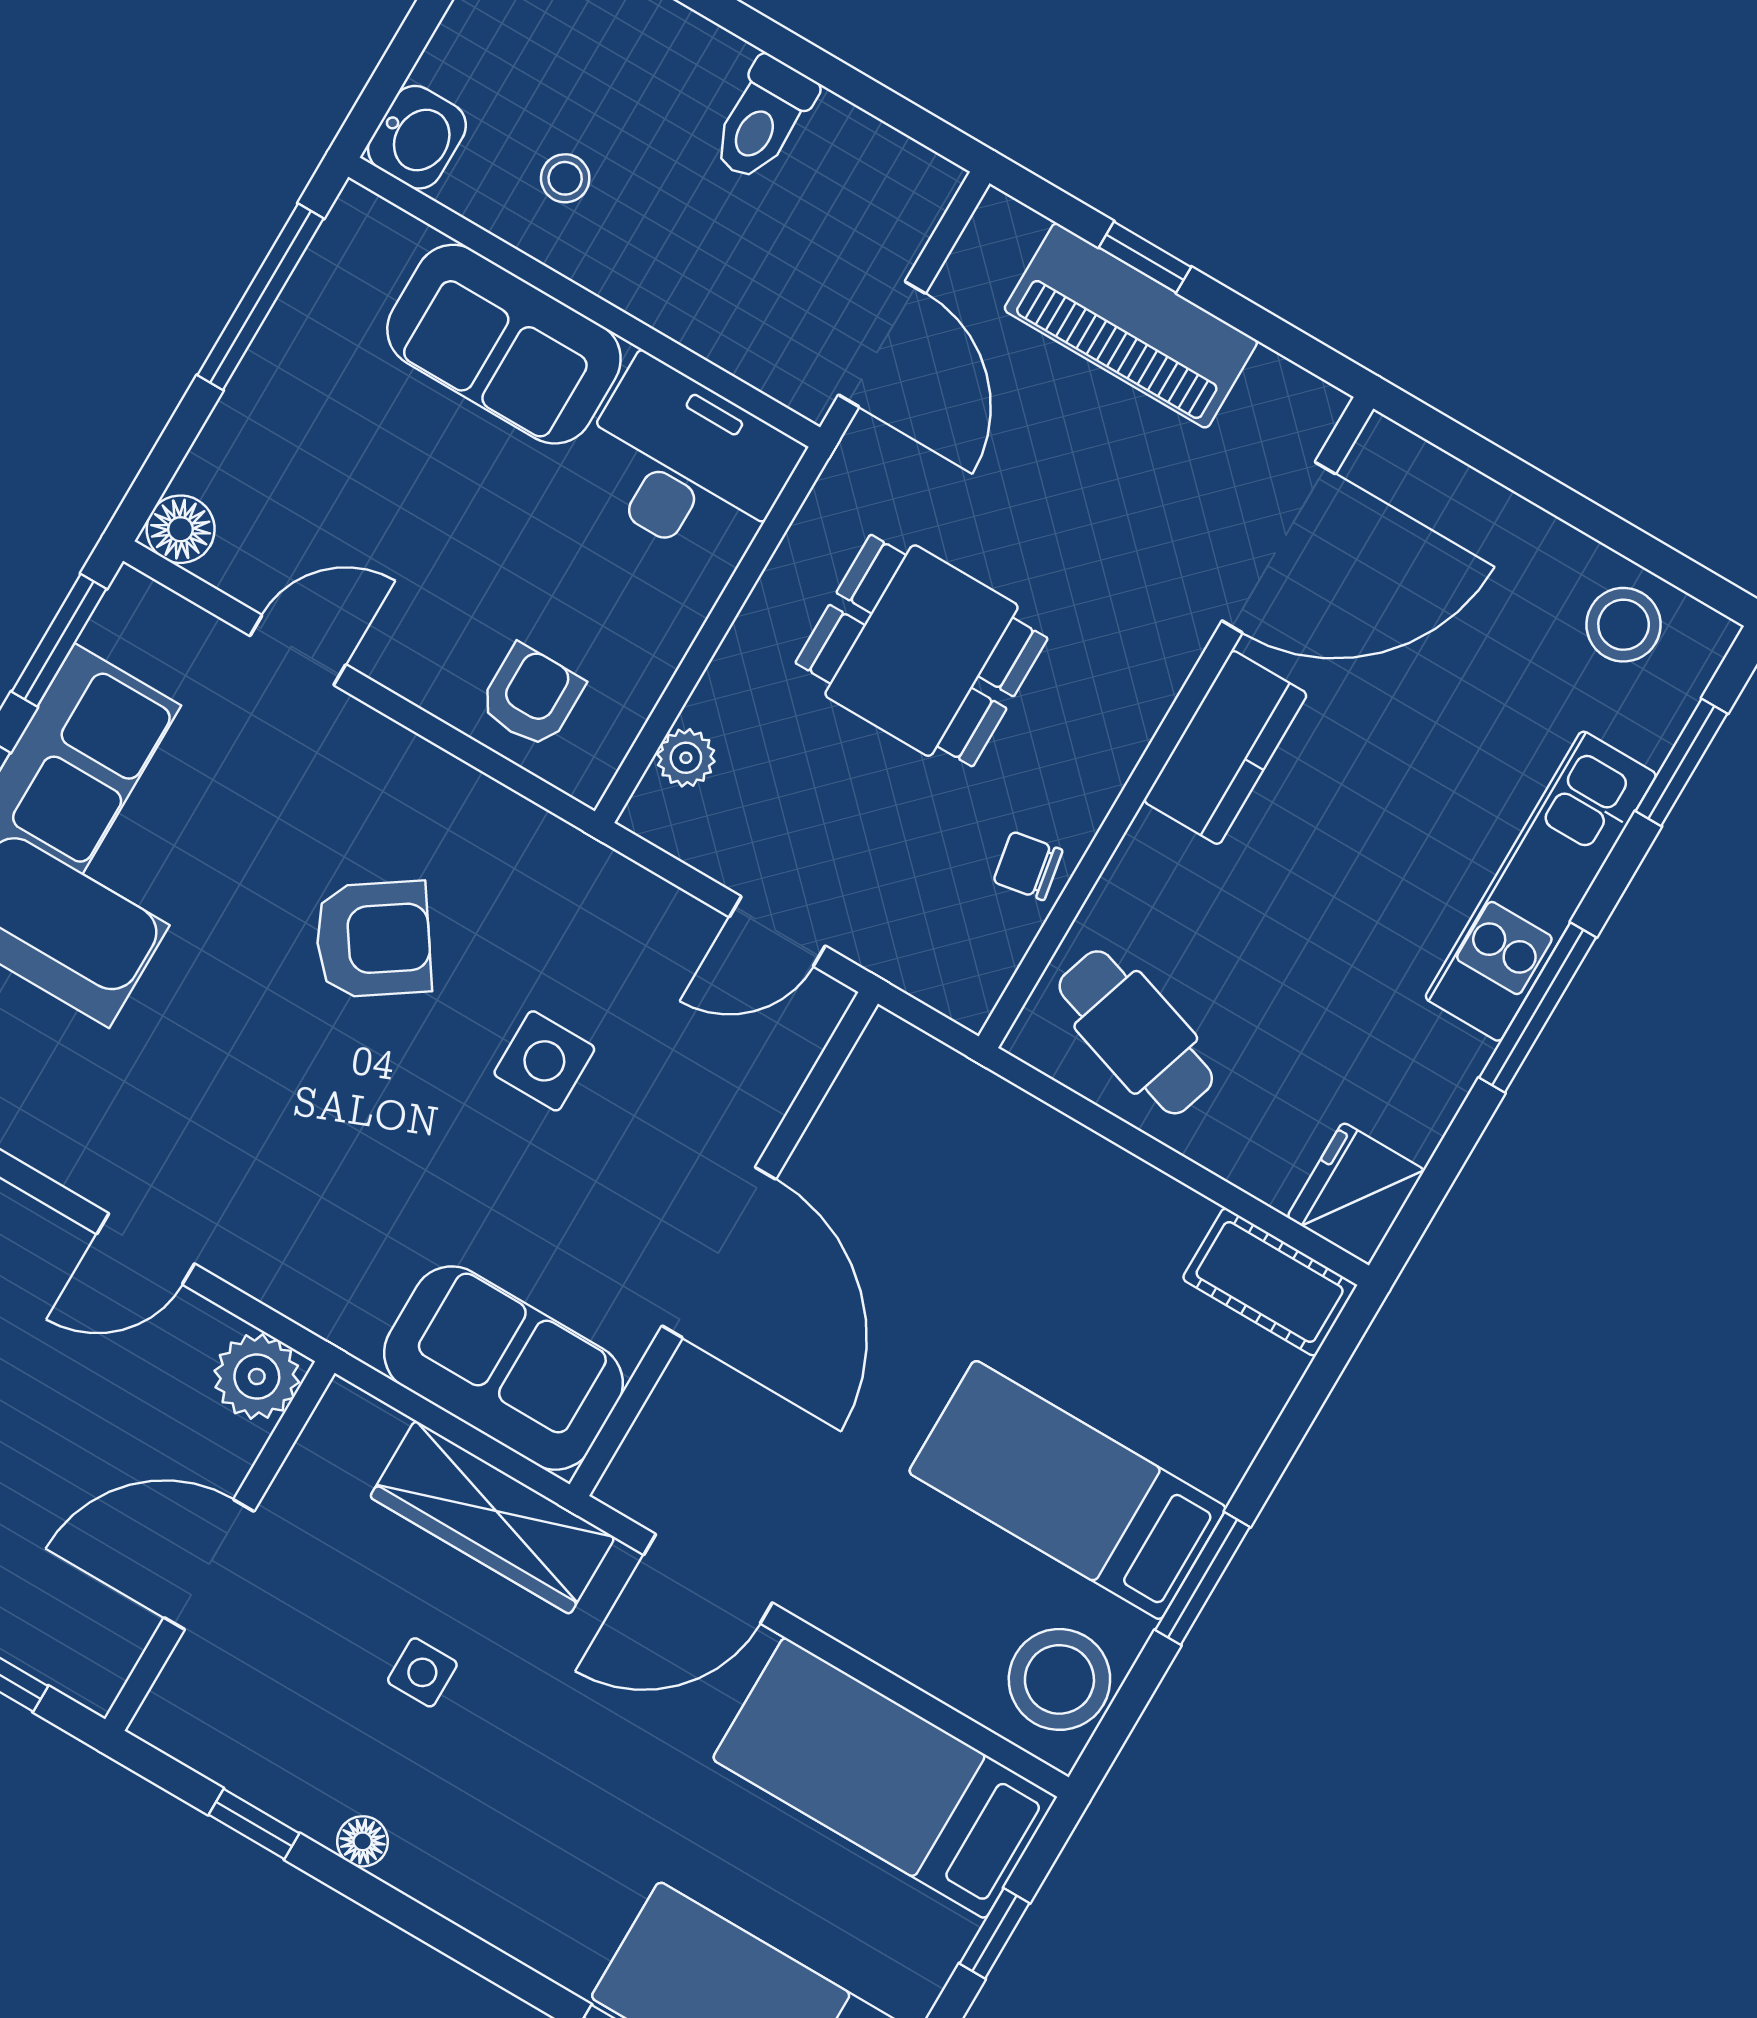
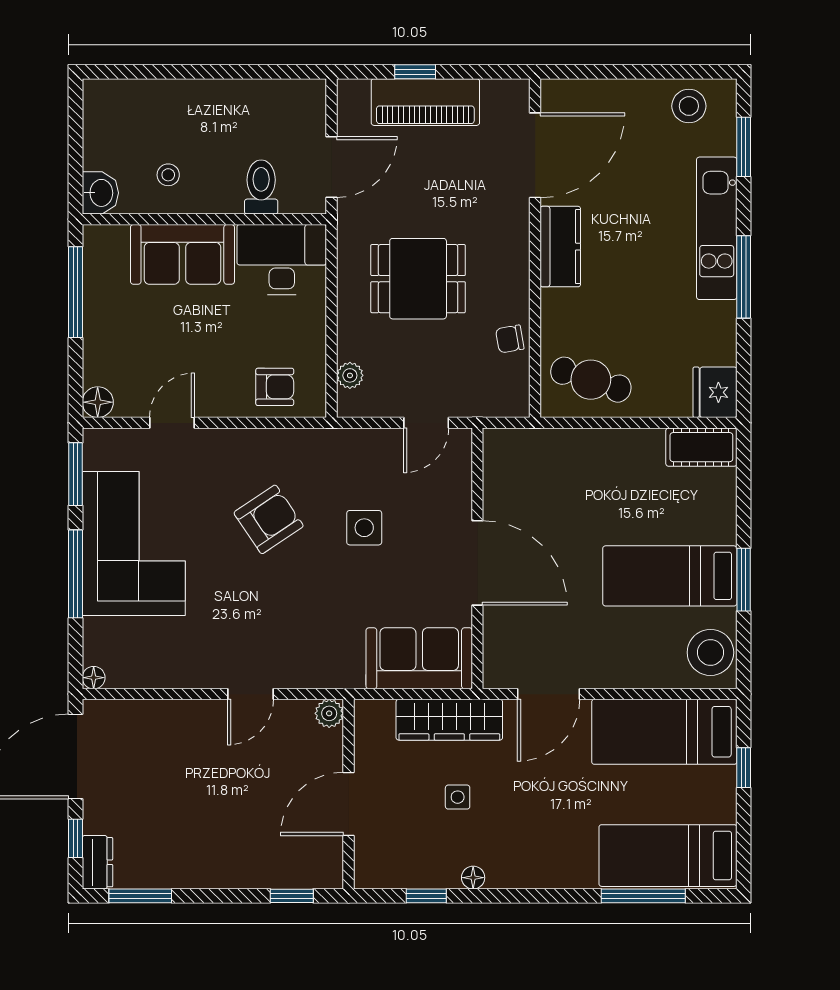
toilet: (763, 119) -> (261, 187), moved, turned 180
door: (882, 344) -> (332, 167), hinge flipped
armchair: (531, 696) -> (275, 387), turned 90
plant: (257, 1377) -> (329, 713), width x0.73, depth x0.73

